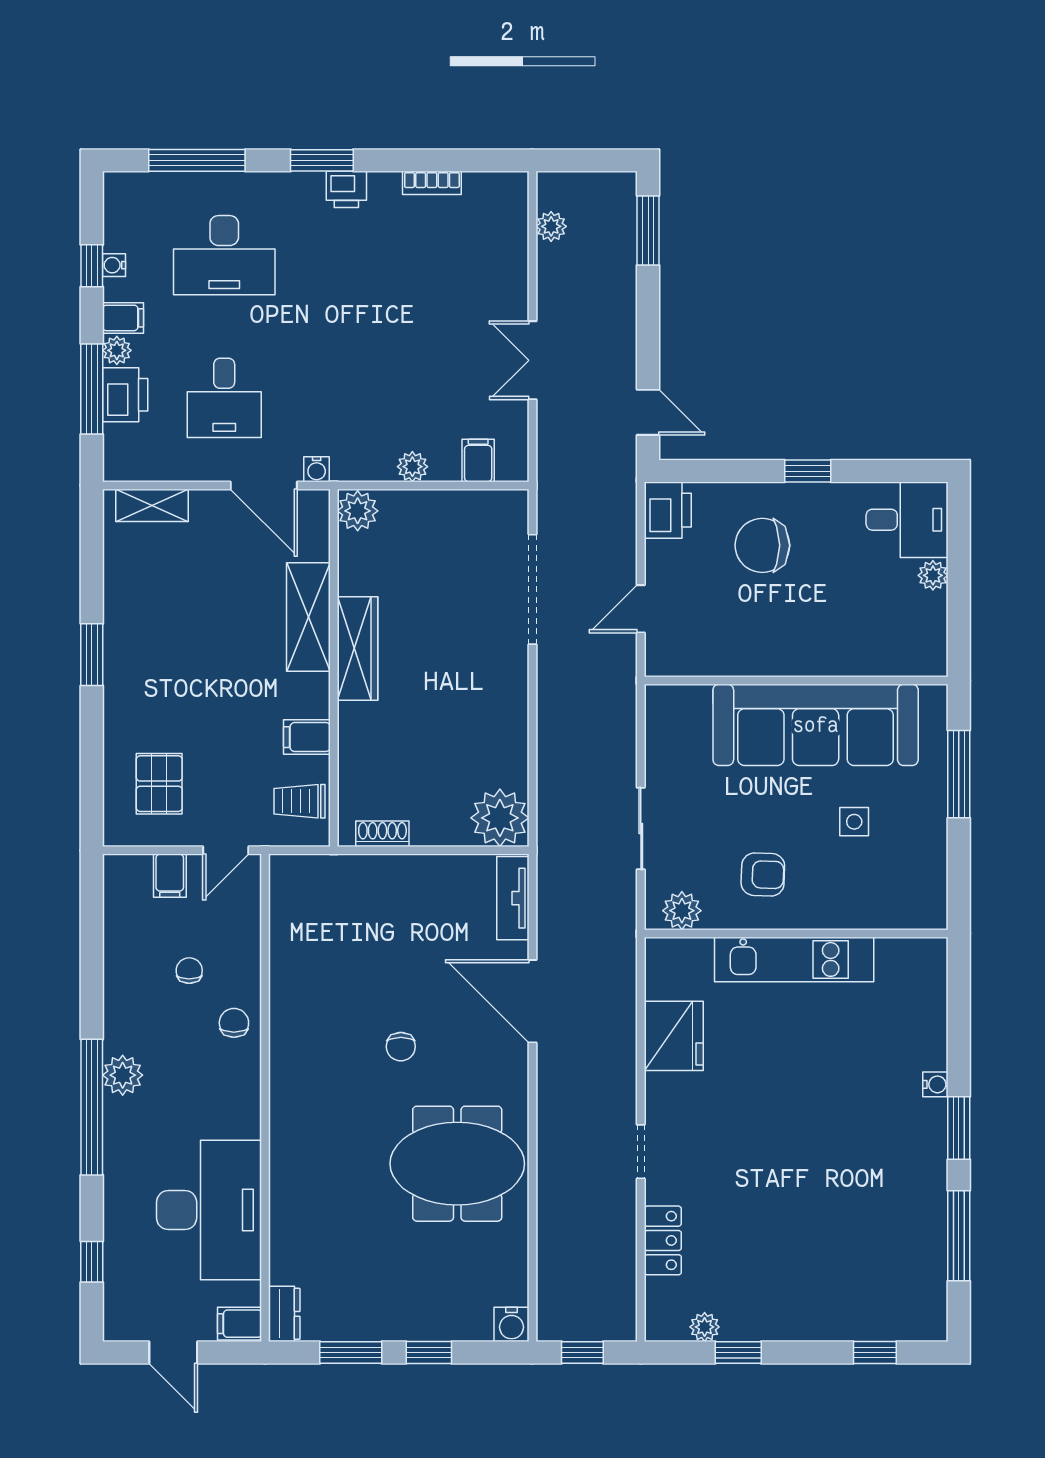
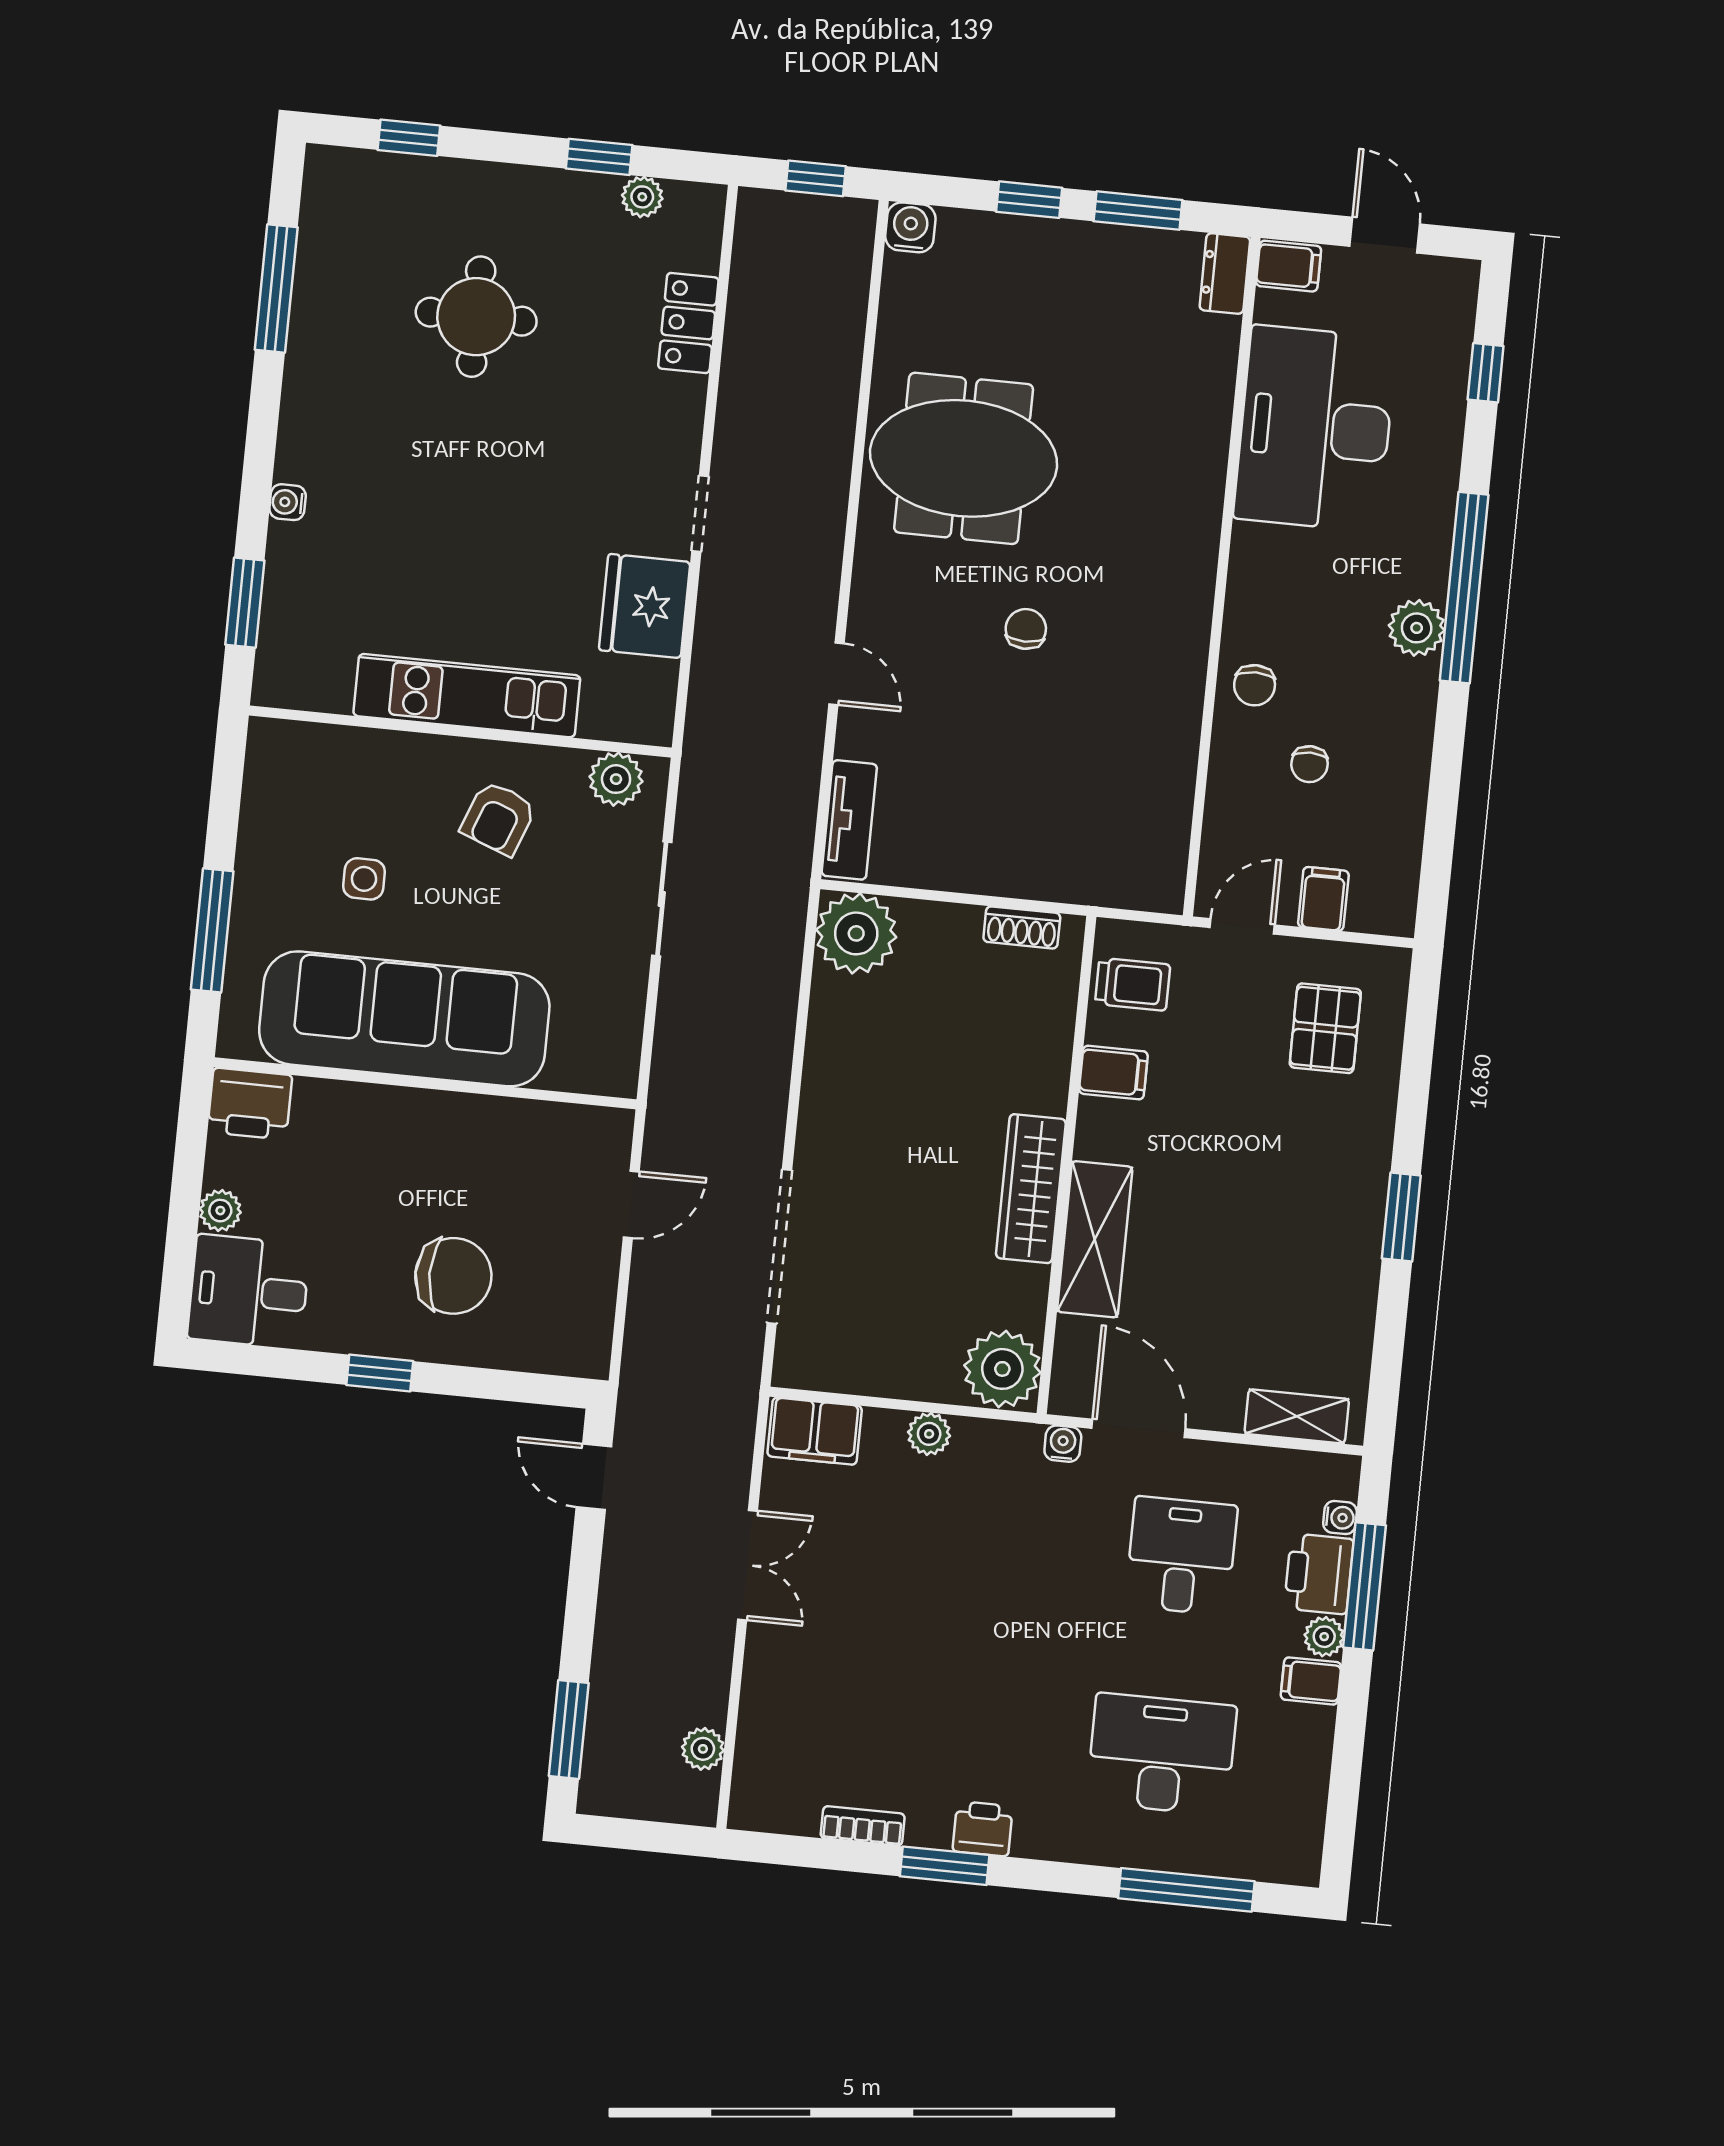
window: (322, 160) -> (945, 1866), moved
water cooler: (114, 265) -> (1340, 1518), moved
window: (92, 266) -> (1347, 1758), removed
filing cabinet: (478, 461) -> (815, 1431), width x2.00
printer: (668, 510) -> (250, 1104), moved, turned -90
plant: (358, 511) -> (1002, 1369), width x1.36, depth x1.36
armchair: (763, 874) -> (498, 818), turned -71
door: (532, 1001) -> (836, 674), width x0.53
window: (959, 1128) -> (245, 603), moved
doorway: (641, 1152) -> (700, 514), moved
round table: (814, 1230) -> (476, 317), added

